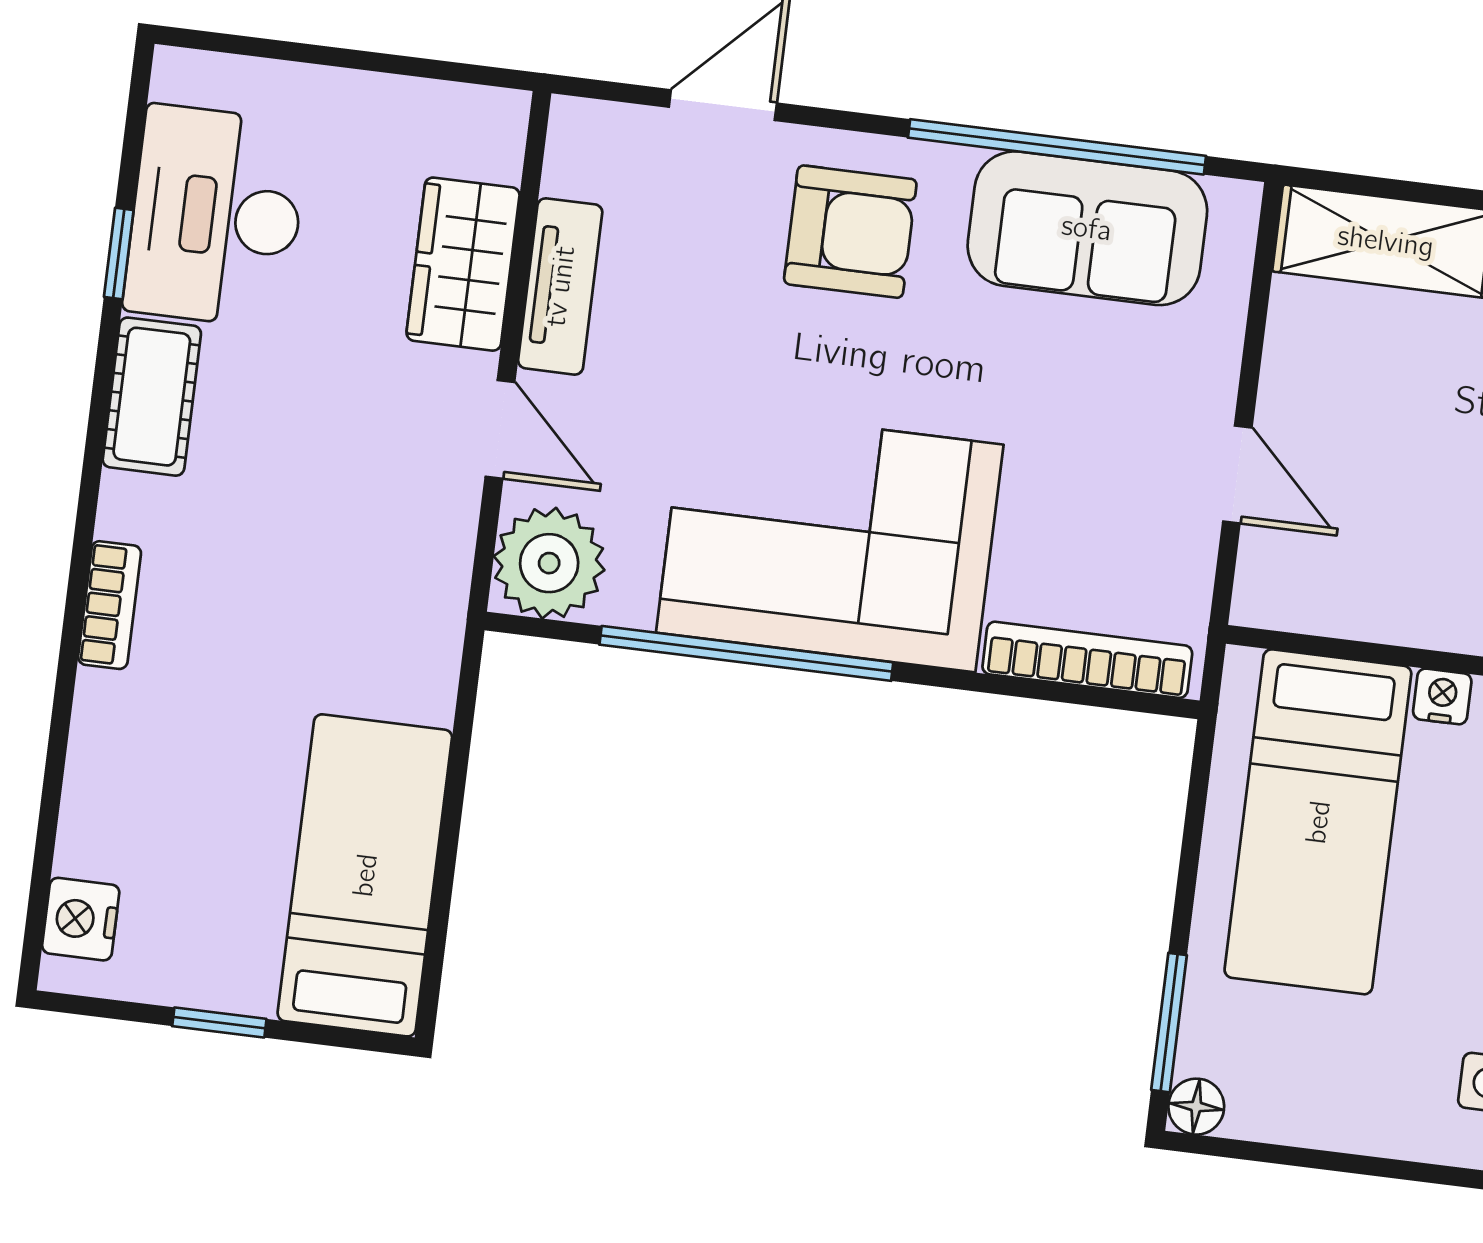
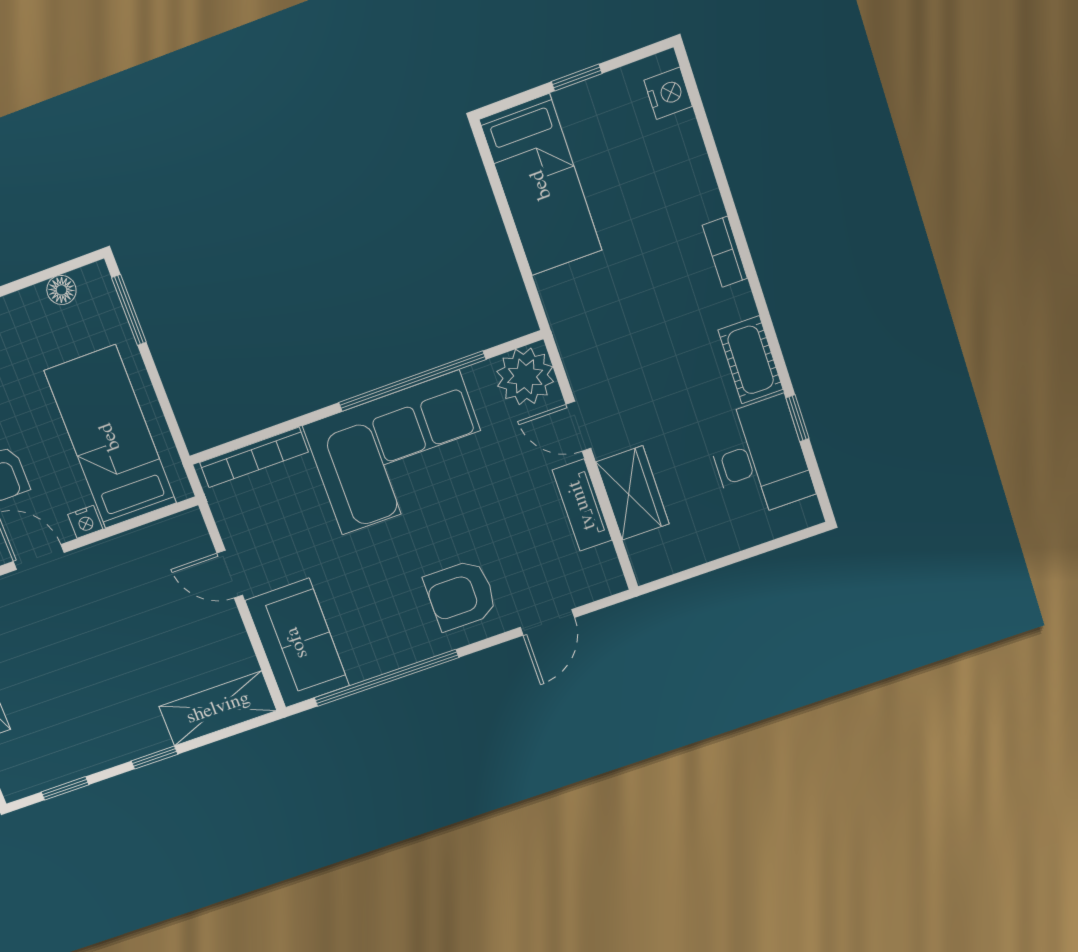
sofa: (1087, 228) -> (297, 643), moved, turned 90
floor lamp: (1196, 1107) -> (61, 290), moved

